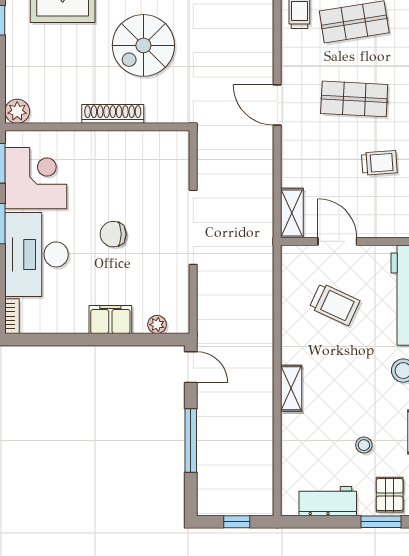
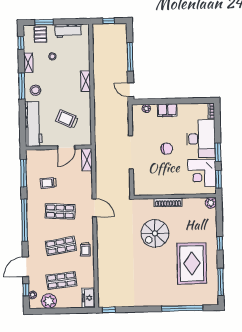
spiral stairs: (143, 45) -> (155, 233), turned 180
door: (337, 241) -> (66, 147), hinge flipped

